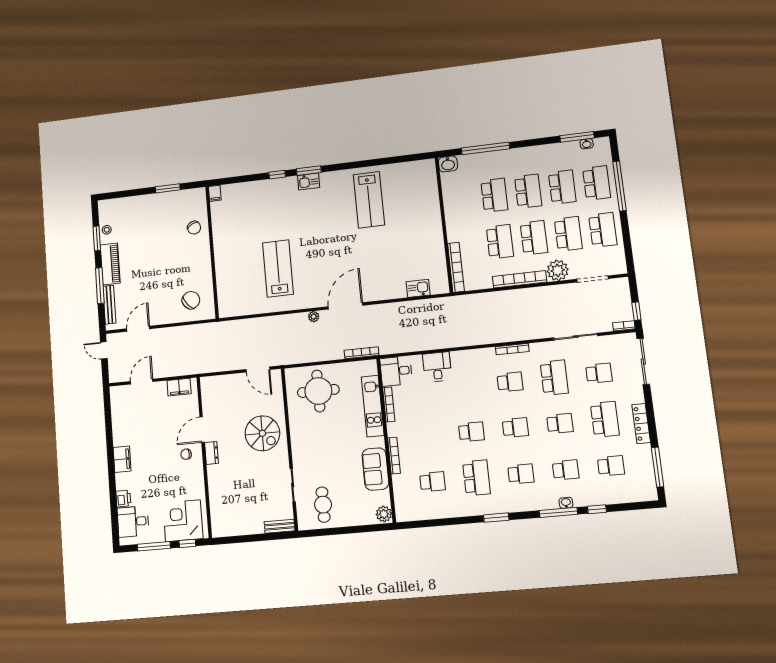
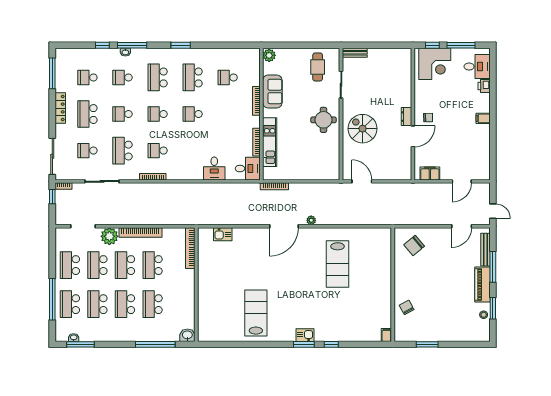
round table: (318, 391) -> (323, 120), moved, width x0.73, depth x0.73
filing cabinet: (122, 459) -> (483, 118), width x0.50
school desk: (521, 474) -> (158, 77), width x1.85

